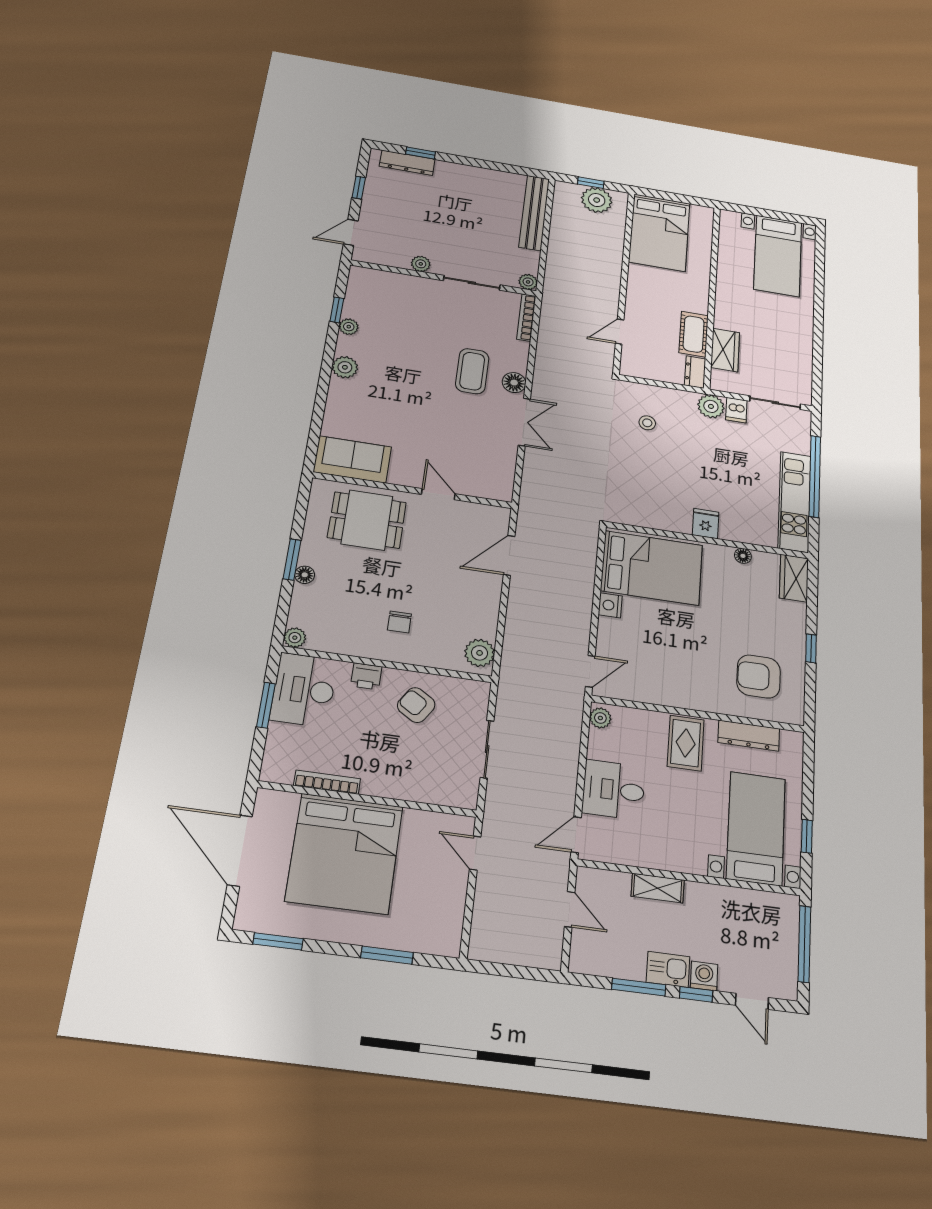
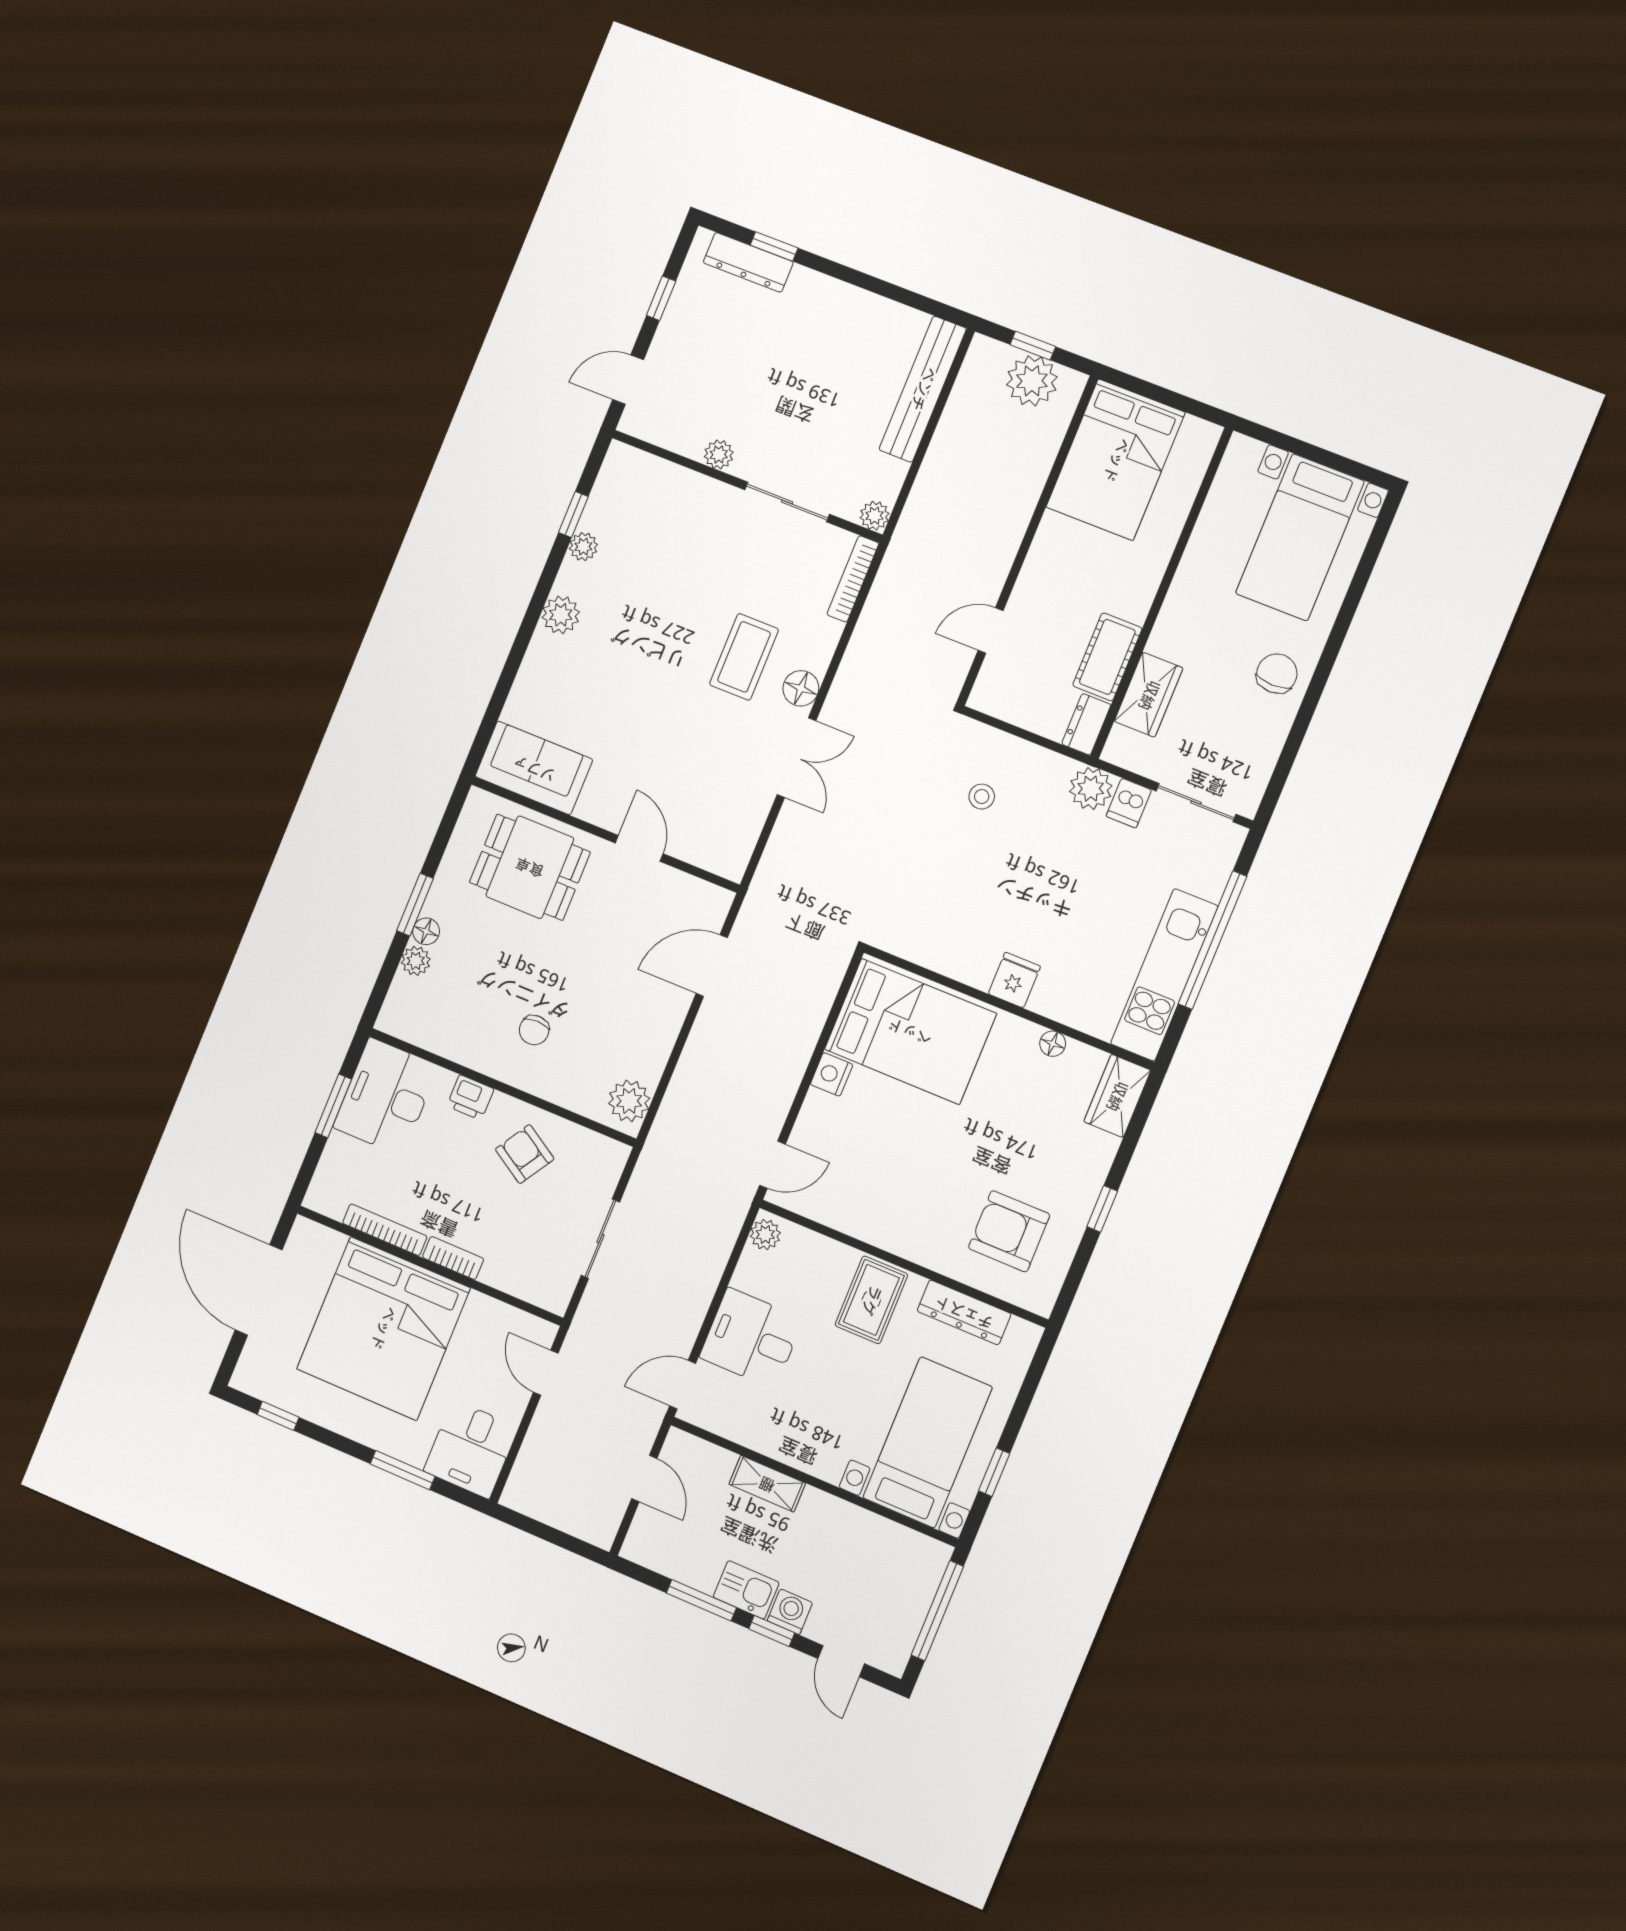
chair: (793, 327) -> (1277, 673), added
plant: (295, 638) -> (416, 961), moved
bookcase: (384, 789) -> (453, 1258), added
desk: (435, 924) -> (471, 1449), added
window: (278, 941) -> (278, 1416), width x0.67

